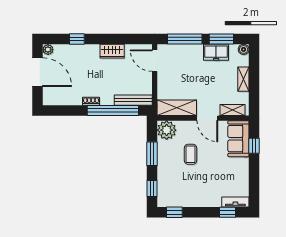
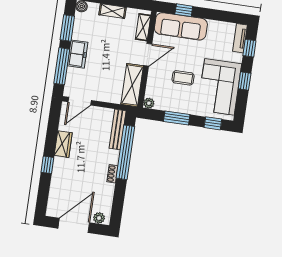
window: (77, 39) -> (47, 165), moved
plant: (48, 50) -> (99, 218), moved
freezer: (216, 52) -> (78, 54), moved
plant: (167, 130) -> (149, 103), width x0.53, depth x0.53
sofa: (238, 139) -> (181, 26), width x1.36
corner sofa: (187, 190) -> (219, 87), added
window: (174, 212) -> (245, 81), moved

